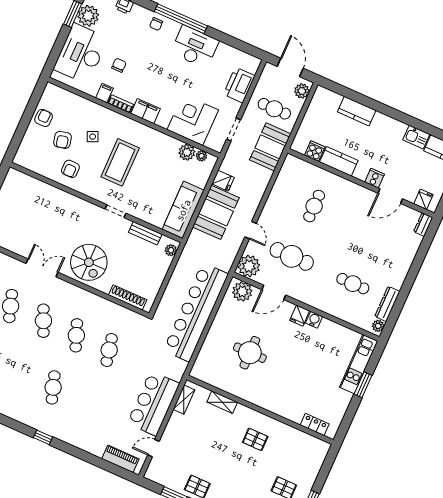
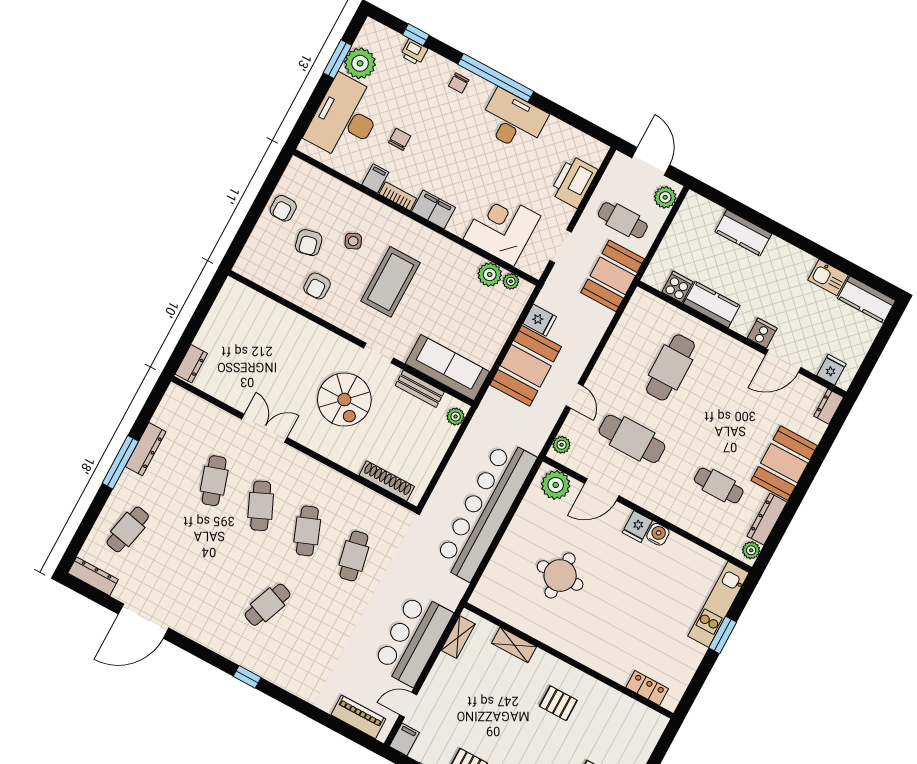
armchair: (44, 118) -> (283, 208), turned 180
cafe table: (314, 206) -> (670, 367), width x1.37, depth x1.35
sofa: (183, 210) -> (447, 368), moved, turned 90
spiral stairs: (89, 262) -> (344, 400), moved
booth: (396, 265) -> (784, 463), added
plant: (249, 266) -> (562, 445), width x0.53, depth x0.53
cafe table: (53, 387) -> (268, 605), turned 39
filing cabinet: (153, 472) -> (404, 739), added

